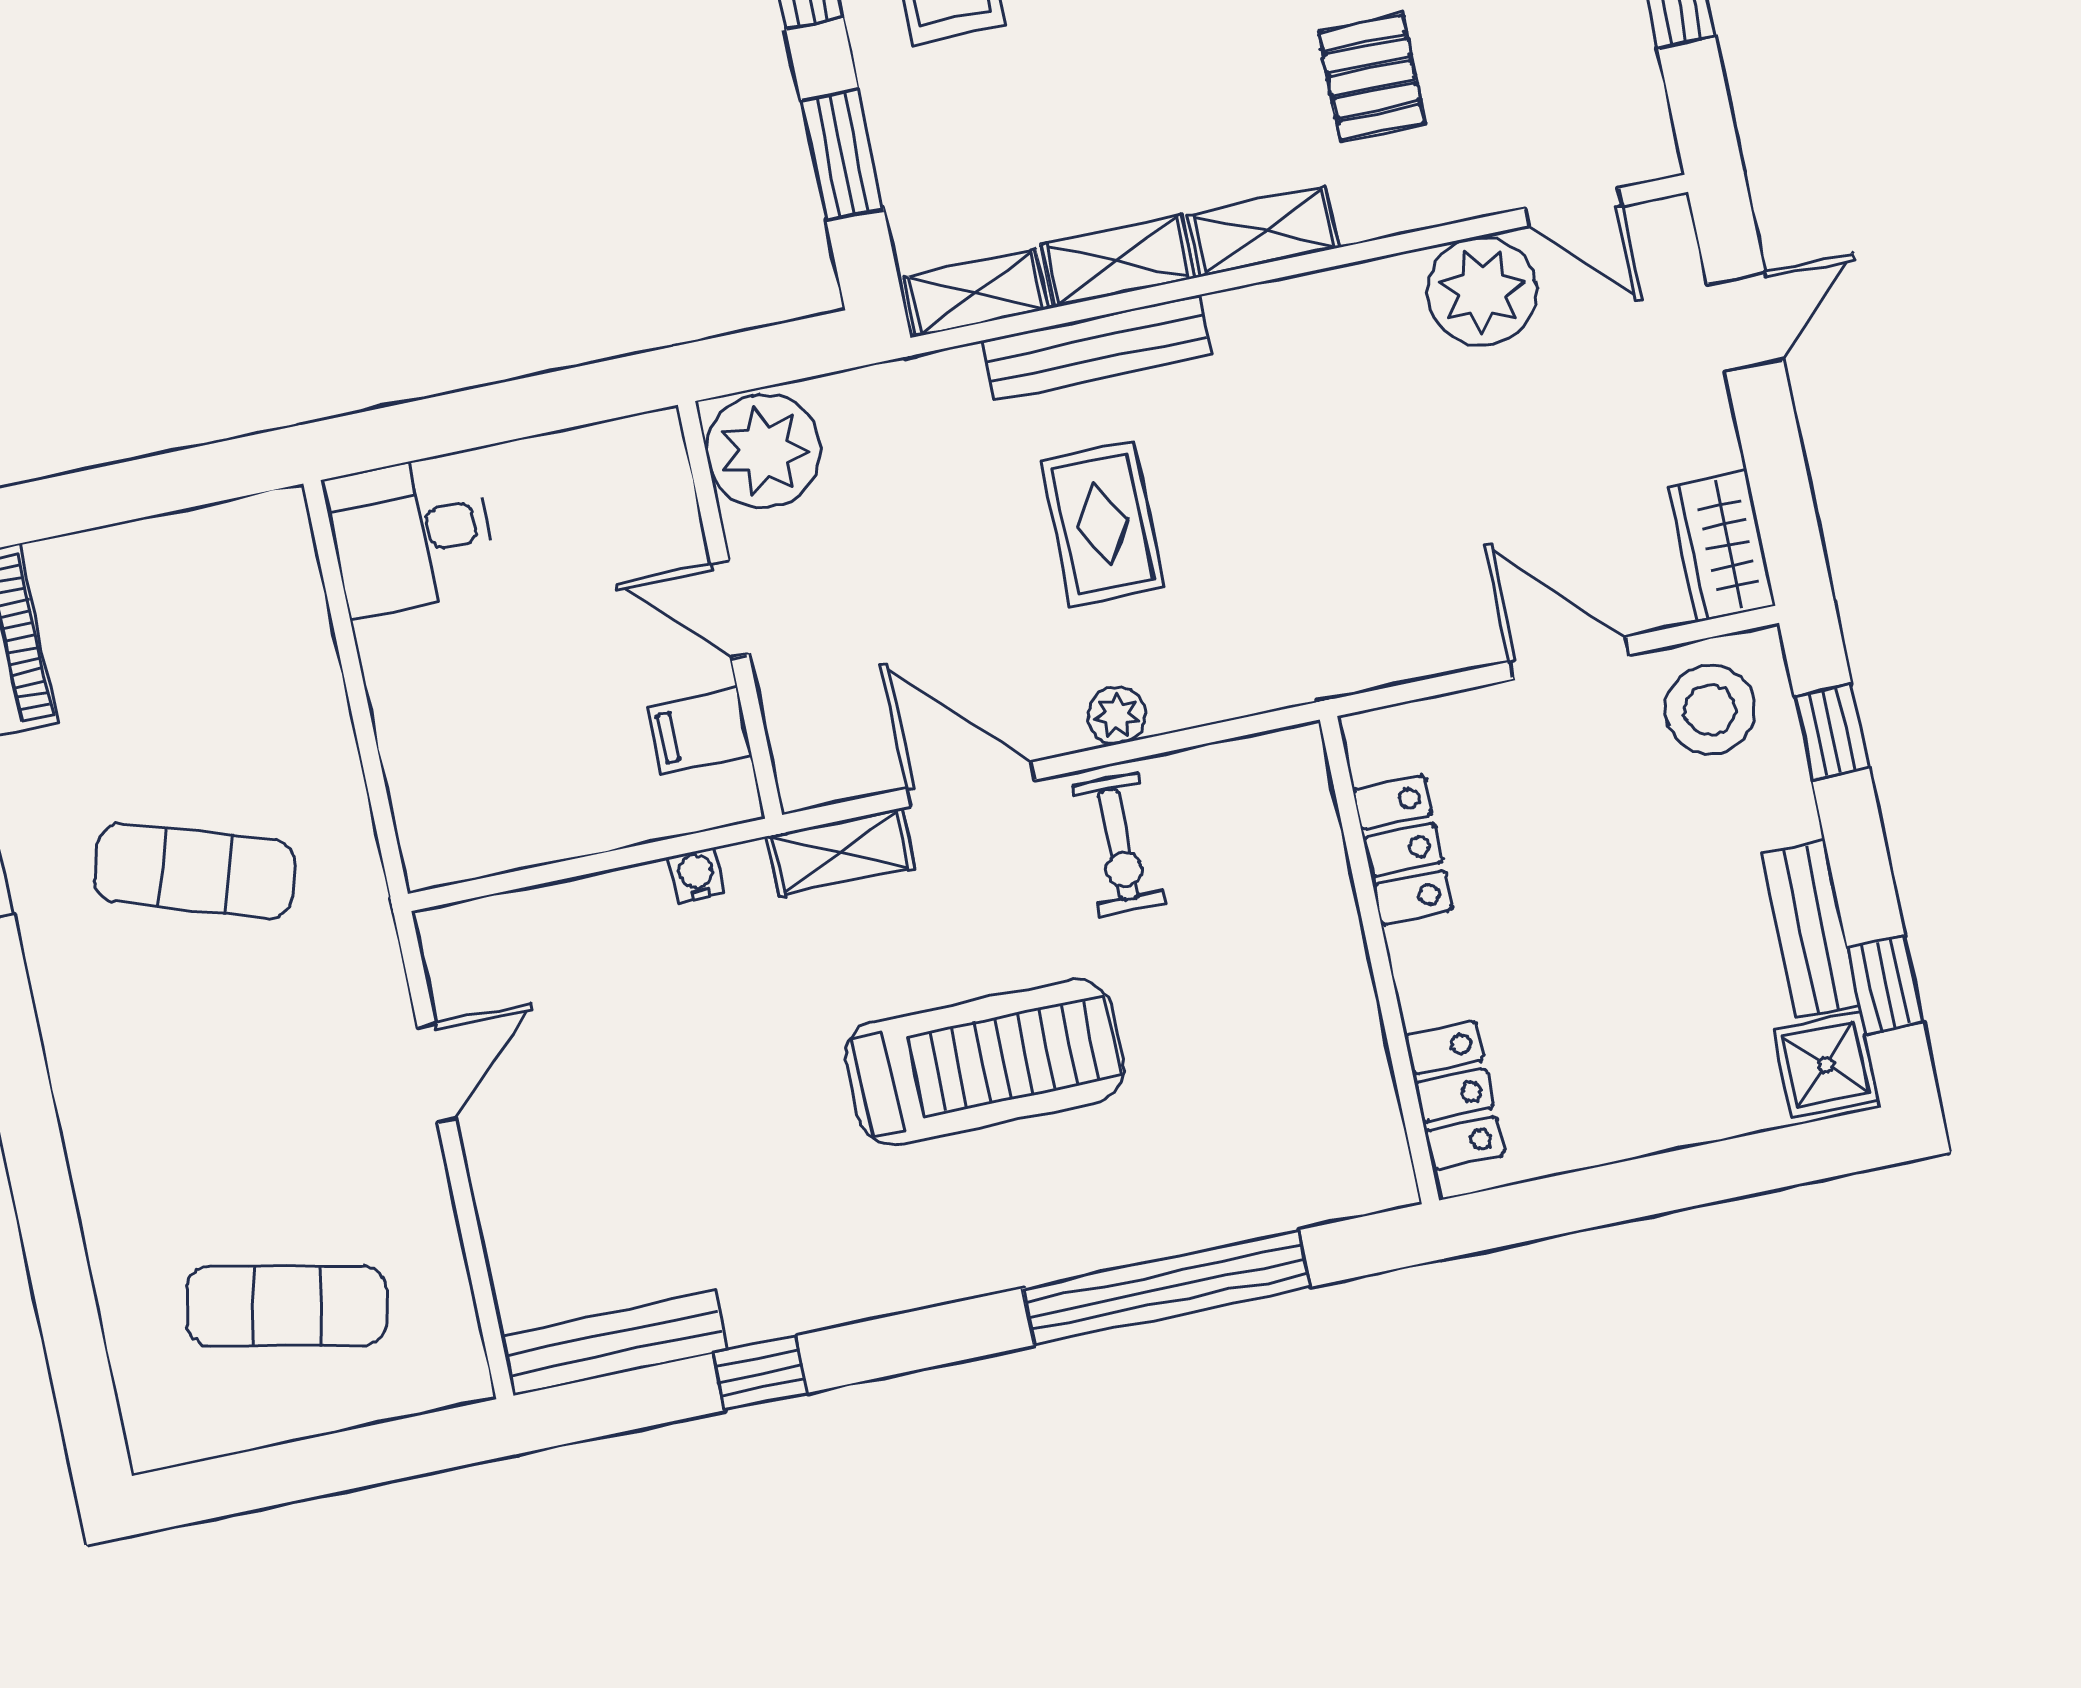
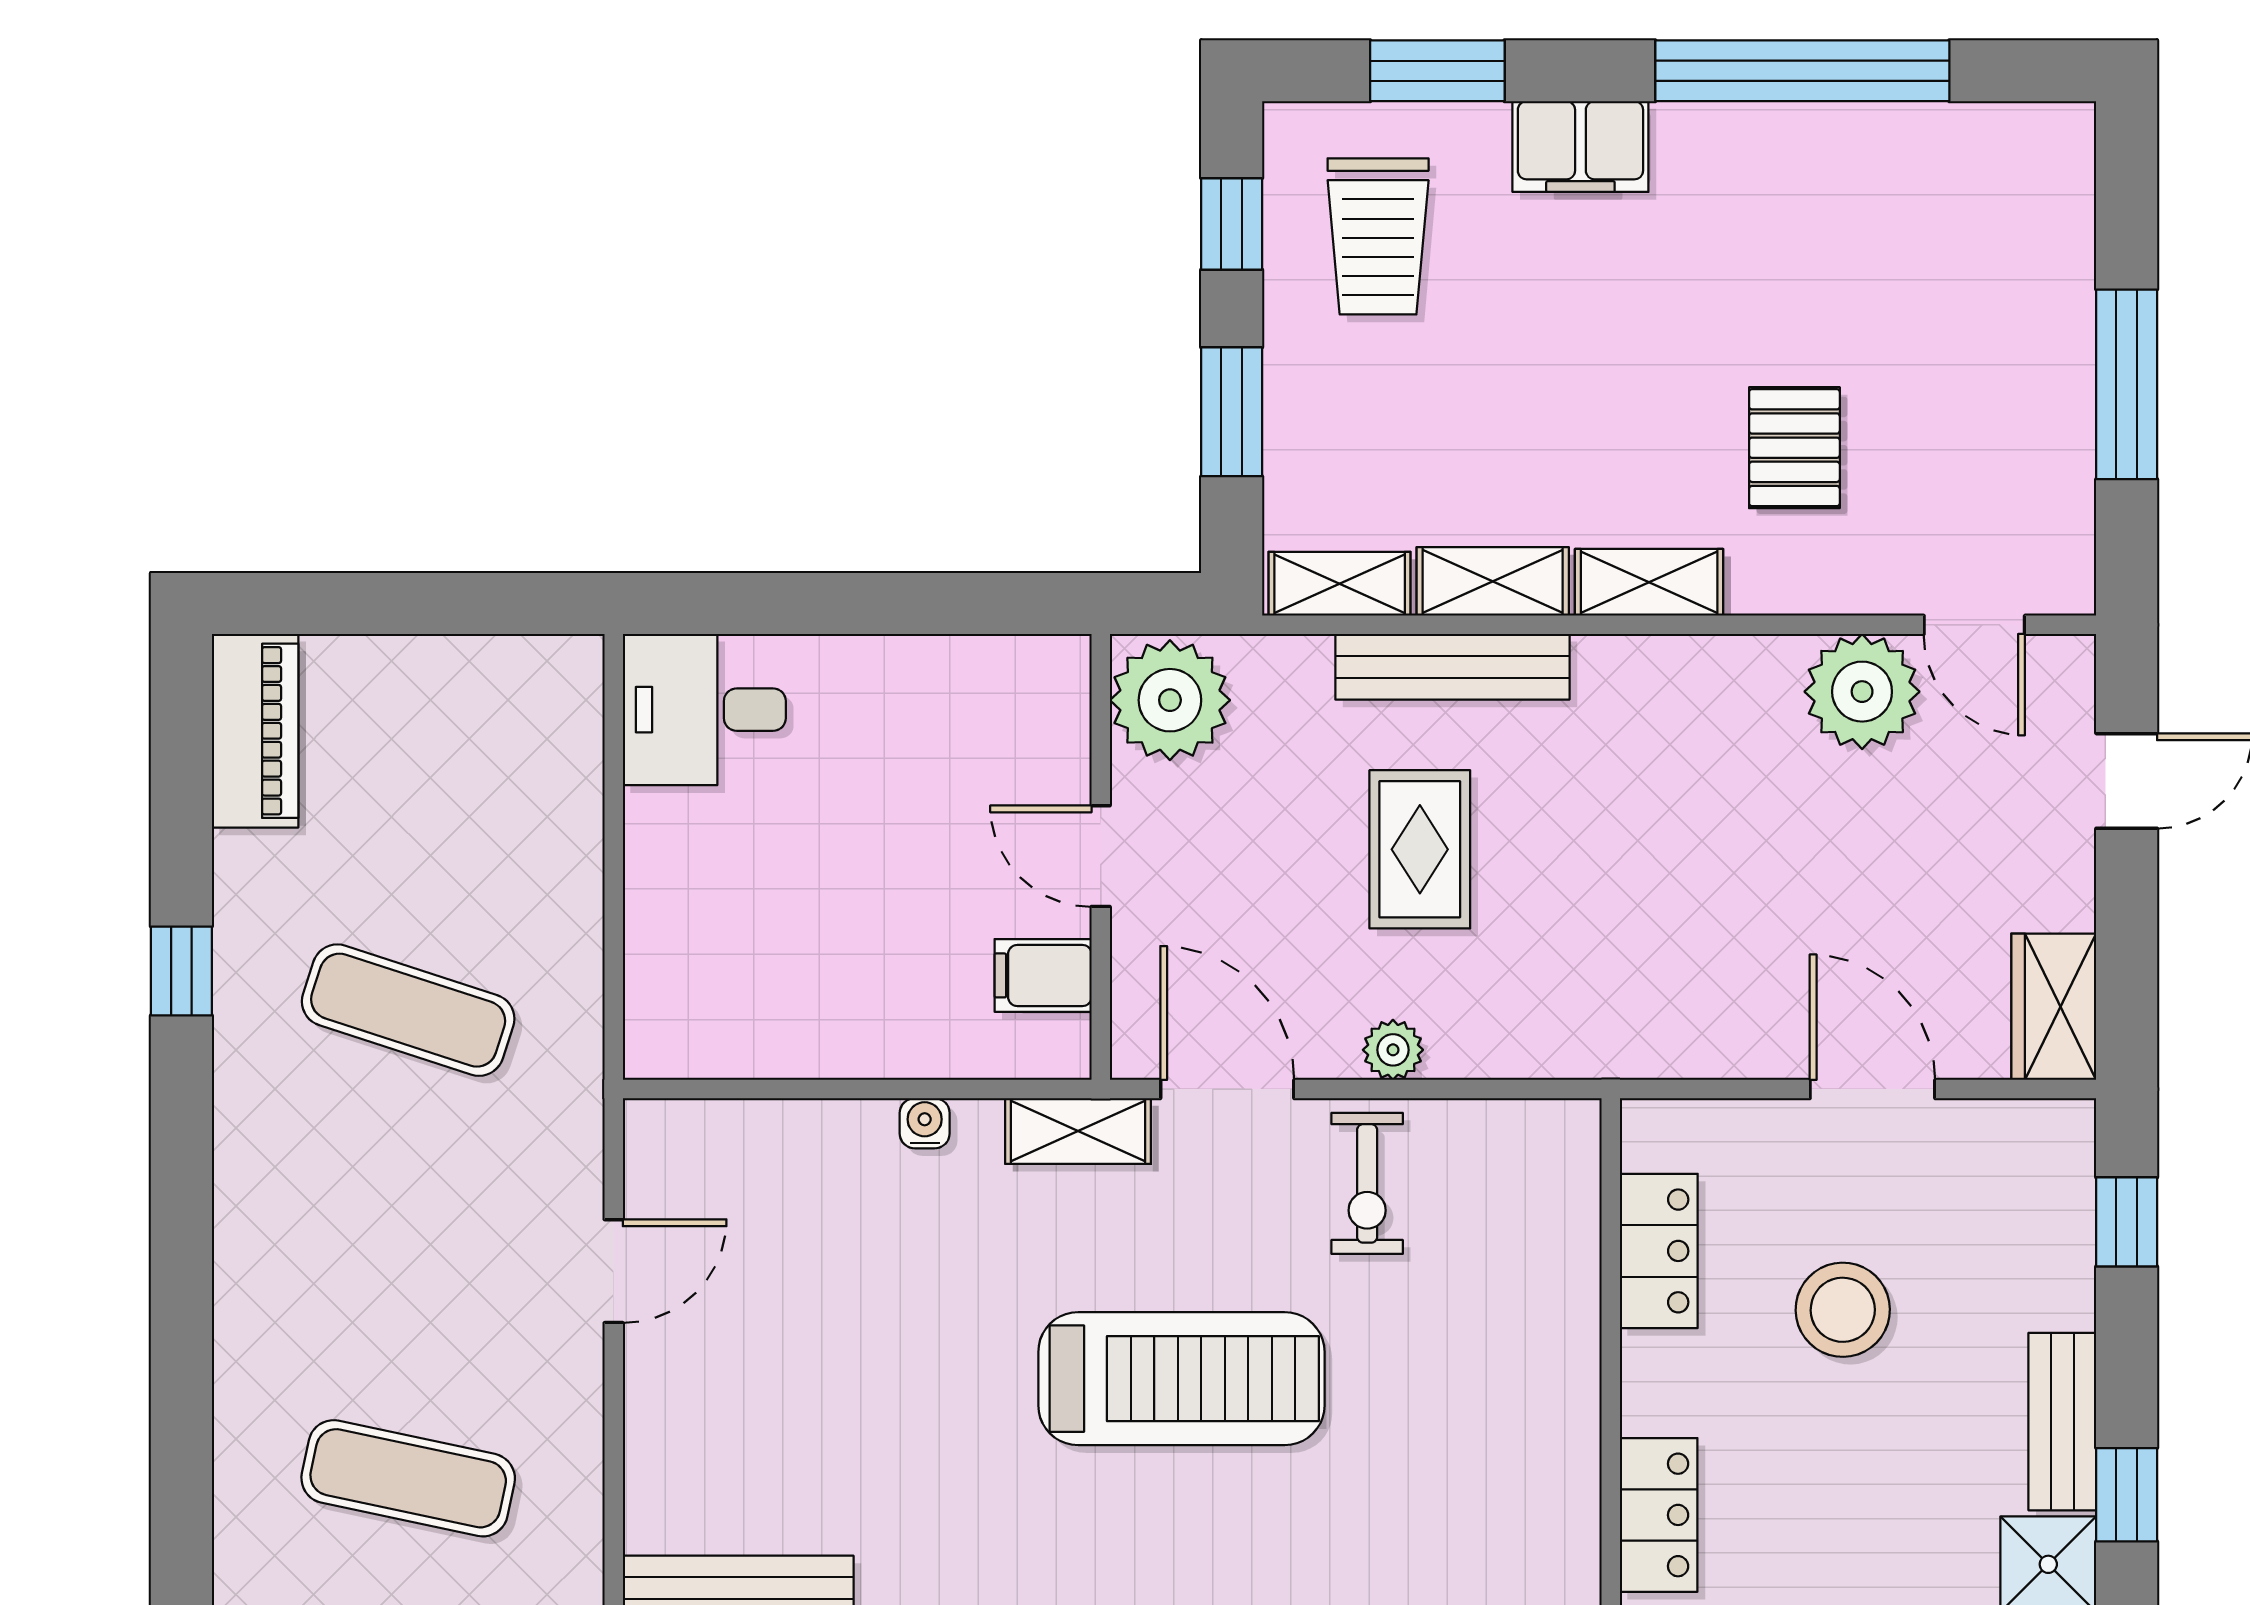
plant: (764, 451) -> (1170, 700), moved
door: (730, 609) -> (1101, 856), moved
wall: (730, 610) -> (1101, 857), moved
stool: (1710, 710) -> (1843, 1310), moved
filing cabinet: (700, 731) -> (1043, 975), moved

